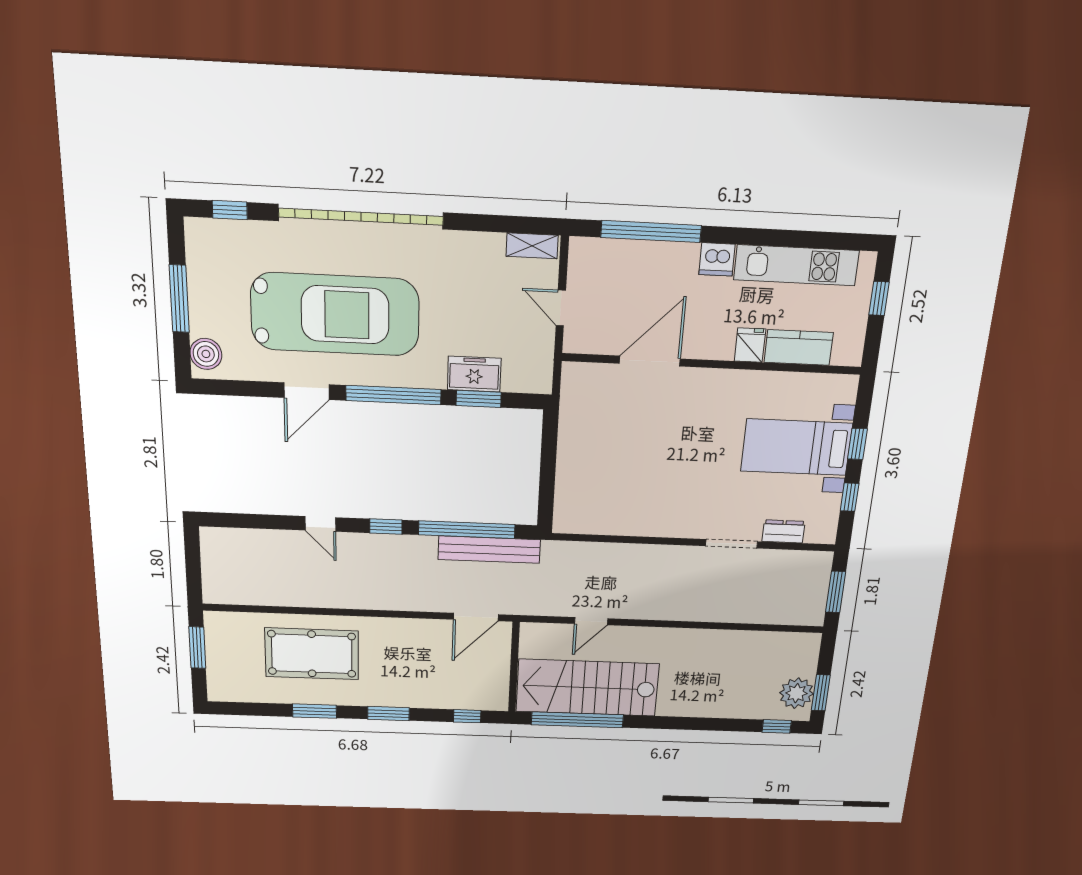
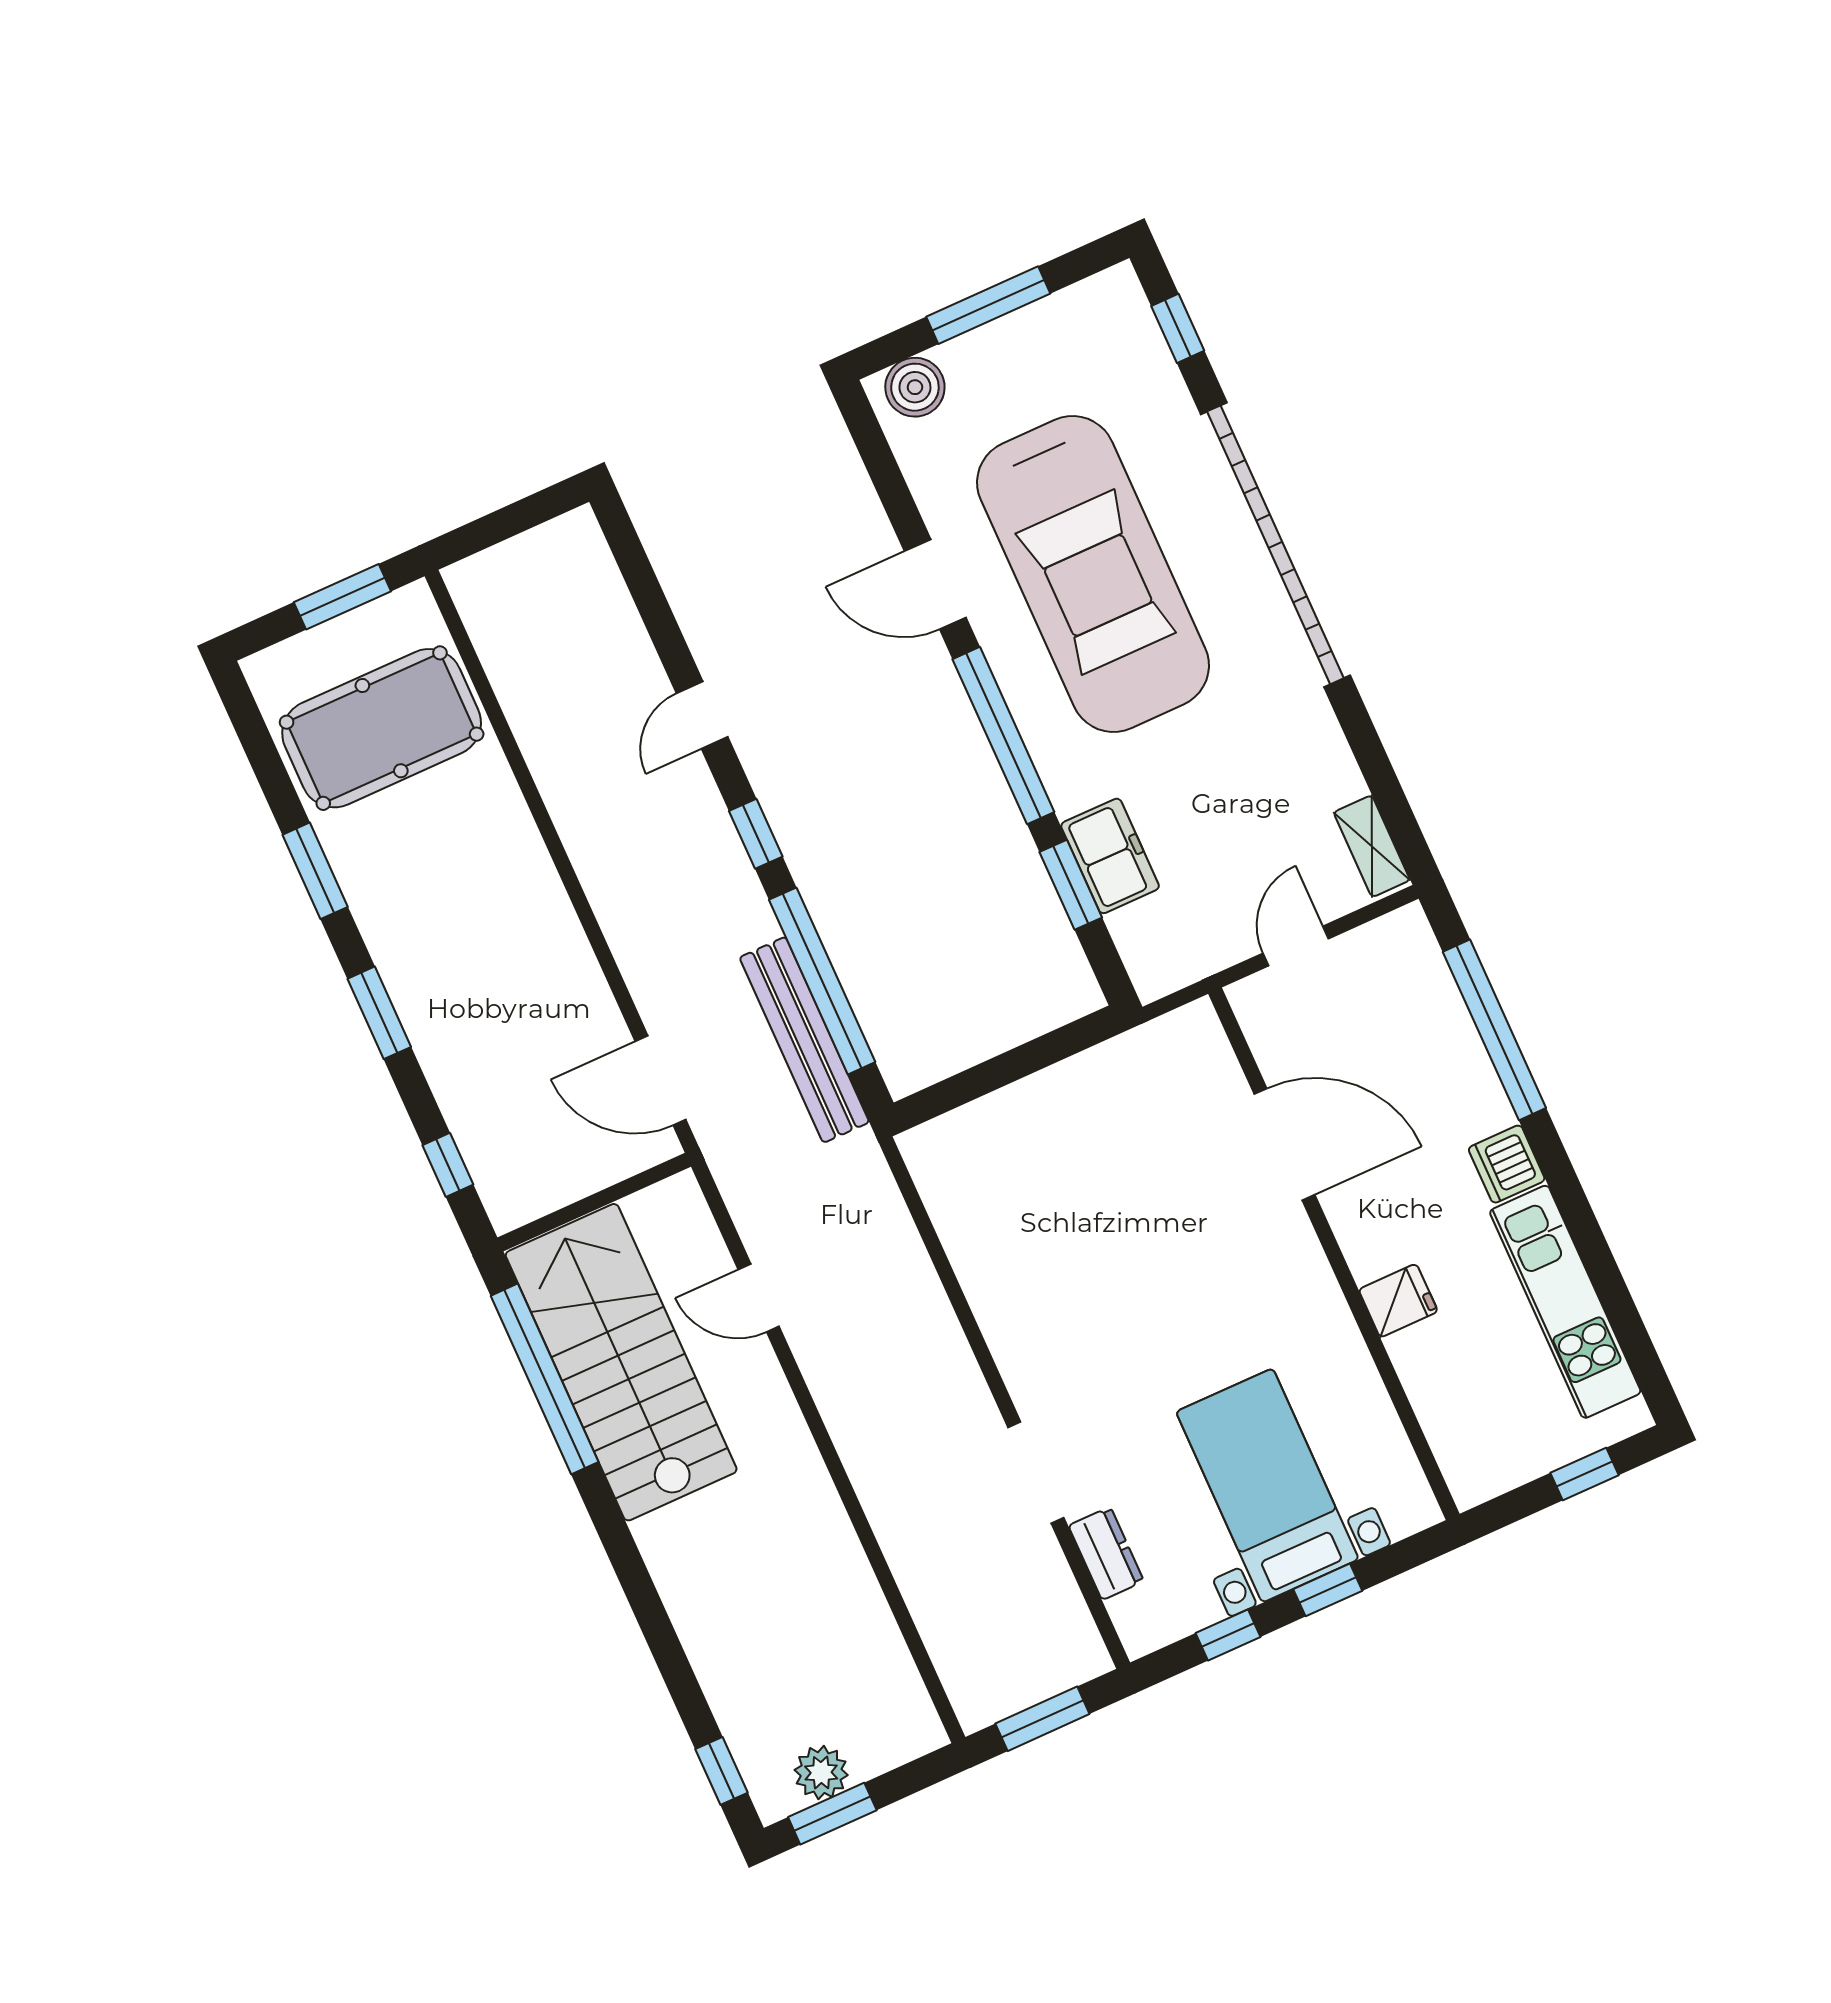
kitchen counter: (799, 347) -> (1436, 1386), removed
pool table: (312, 654) -> (382, 728), moved, turned 90
plant: (796, 693) -> (821, 1773), width x0.73, depth x0.73

